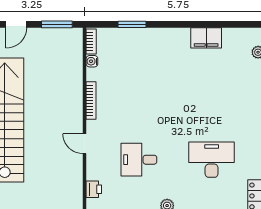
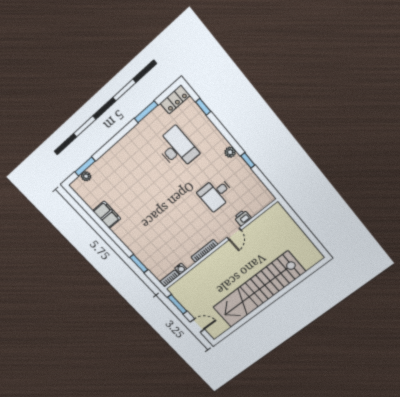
desk: (139, 160) -> (216, 194), turned 90
desk: (212, 160) -> (177, 149), turned 180
printer: (94, 189) -> (243, 218), moved

